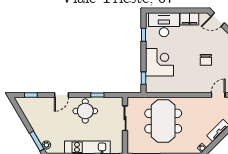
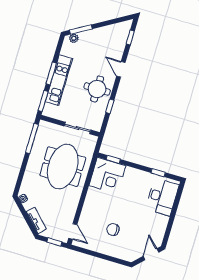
filing cabinet: (189, 19) -> (160, 225), removed
corner desk: (160, 62) -> (107, 176), moved
meeting table: (163, 121) -> (63, 167), turned 90

